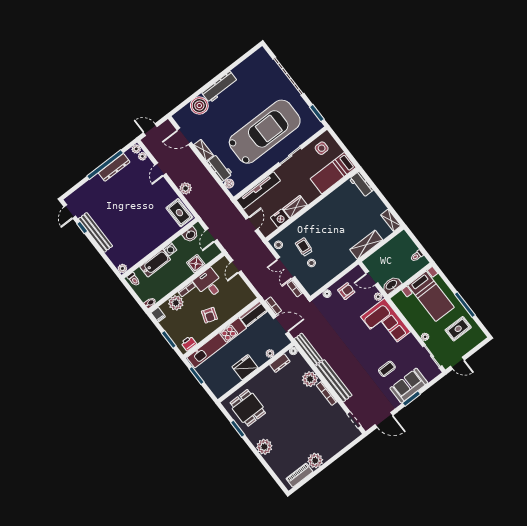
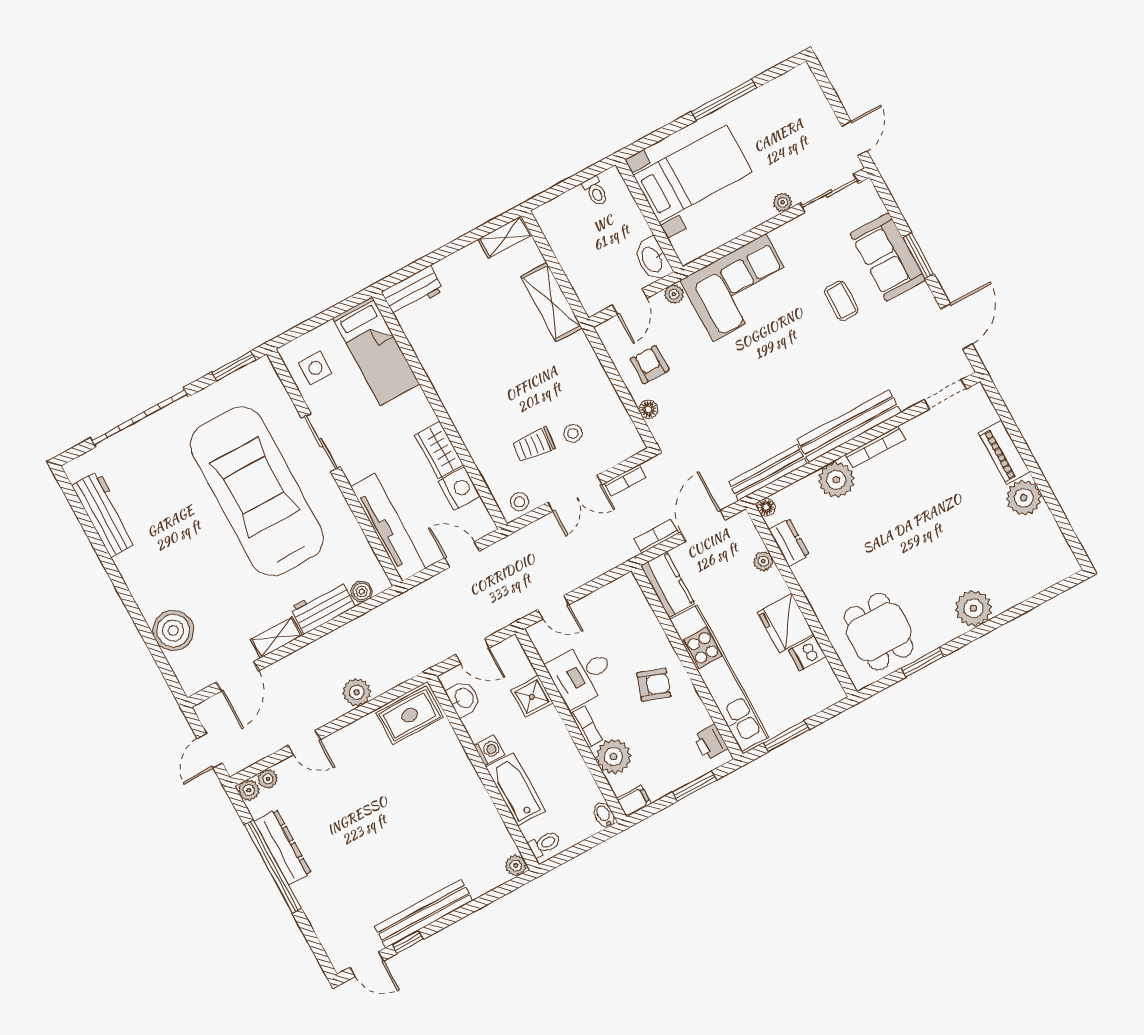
workbench: (220, 87) -> (105, 514), moved
rug: (458, 329) -> (776, 124), removed
dishwasher: (233, 379) -> (807, 653), added
dining table: (248, 408) -> (879, 632), turned 90
piano: (299, 475) -> (1004, 452), moved

